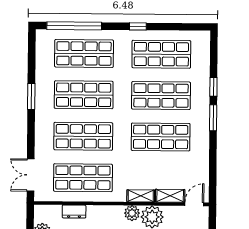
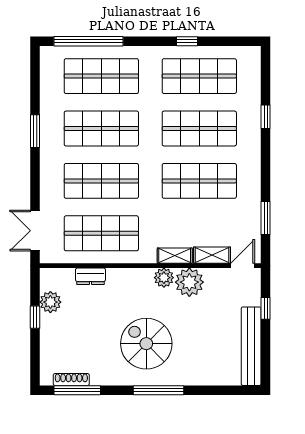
window: (138, 26) -> (187, 41), moved
window: (213, 118) -> (266, 218), moved

